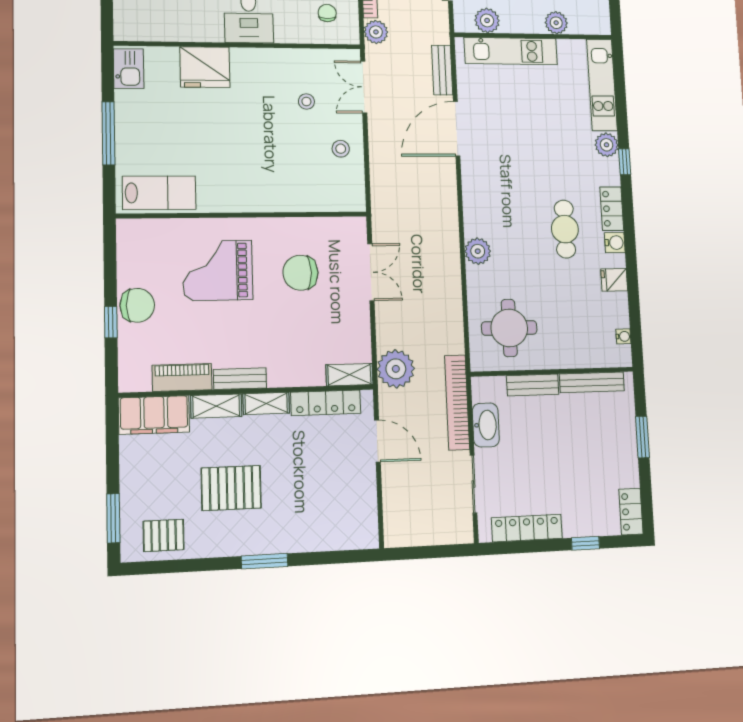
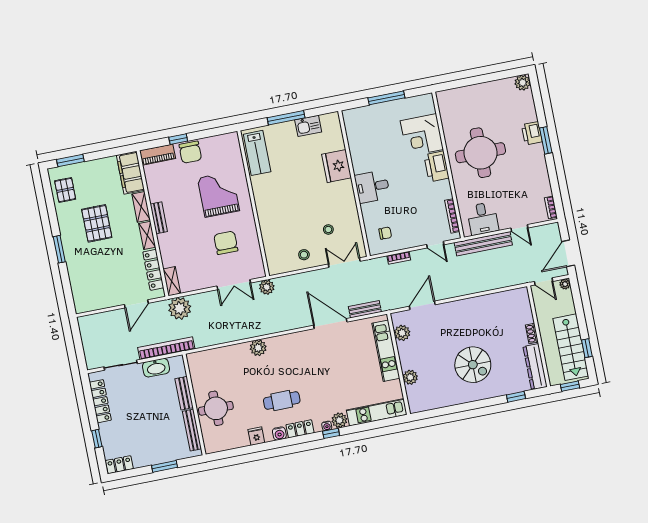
plant: (376, 32) -> (267, 287), moved
kitchen sink: (129, 69) -> (308, 126), moved
round table: (509, 328) -> (216, 408), moved
water cooler: (623, 336) -> (327, 426), moved
piano: (182, 377) -> (158, 155), moved, turned 90

